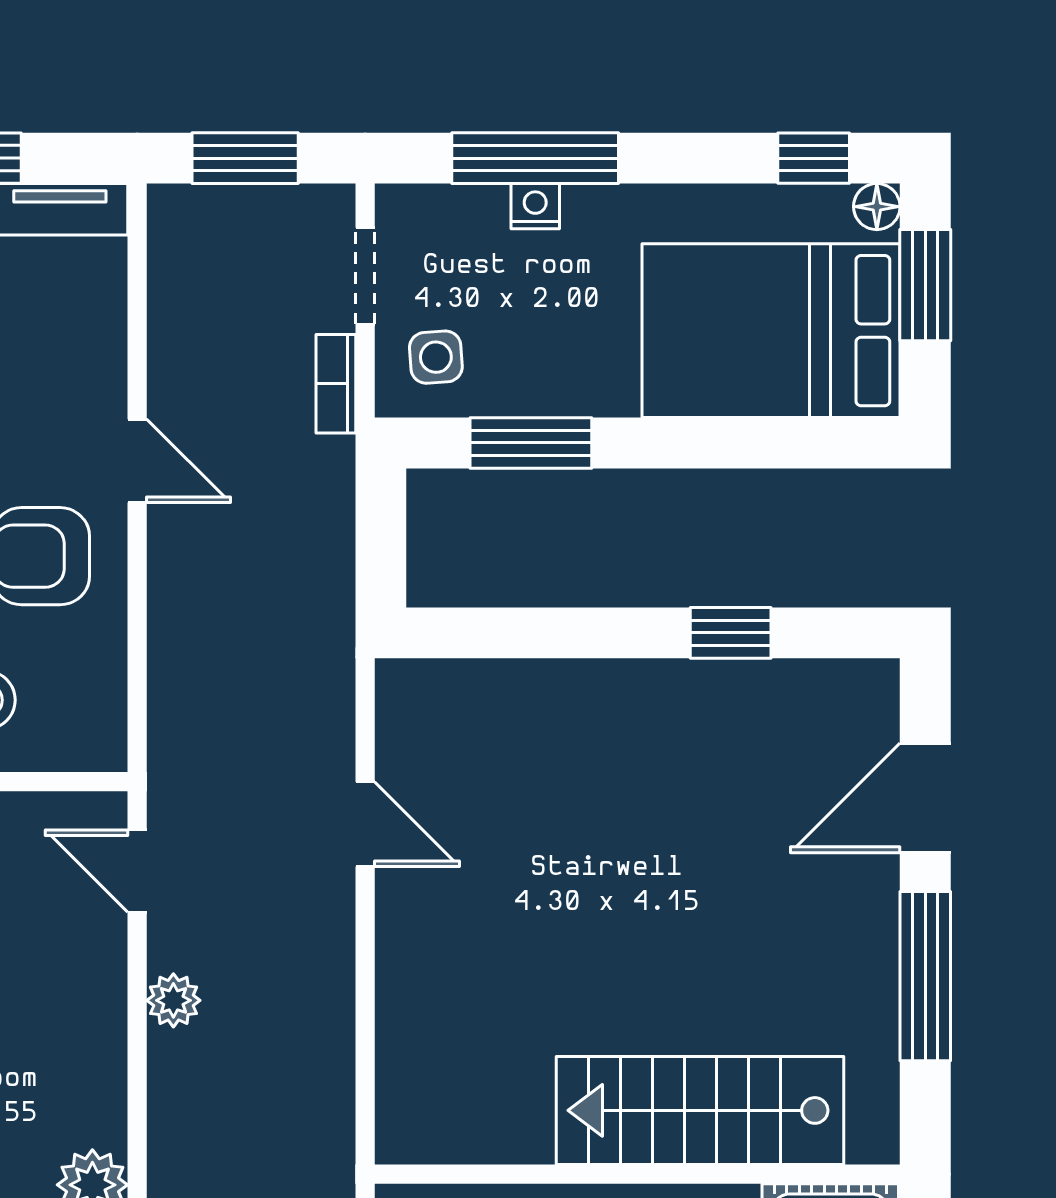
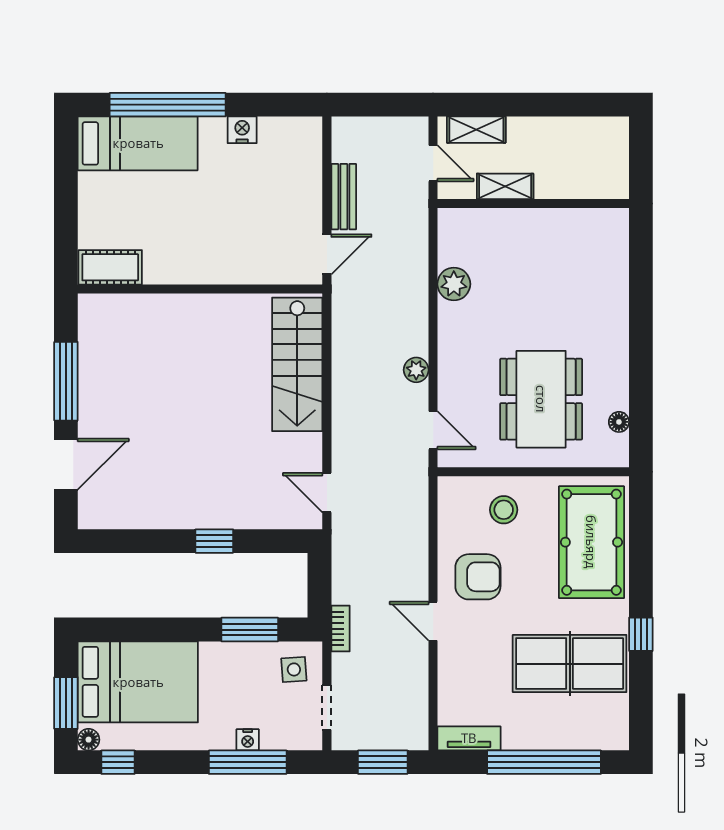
bookcase: (336, 384) -> (340, 629), moved
window: (731, 633) -> (214, 541), moved
door: (365, 824) -> (327, 493), moved
stairs: (700, 1110) -> (297, 364), moved, turned 90

